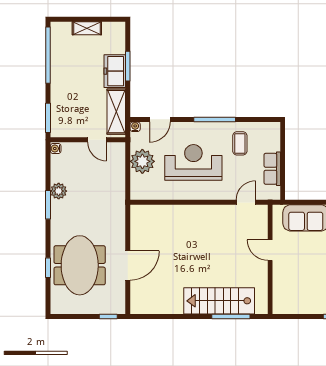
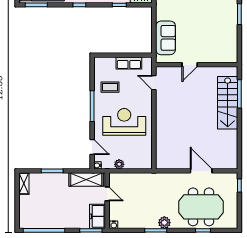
shelving: (87, 28) -> (24, 184), moved
freezer: (115, 71) -> (97, 216), moved, turned 90
door: (97, 140) -> (107, 194), hinge flipped
plant: (142, 161) -> (119, 164), width x0.53, depth x0.53
reception desk: (193, 162) -> (124, 122), turned 90
plant: (59, 191) -> (164, 223), moved

